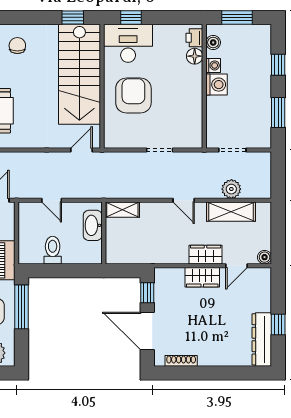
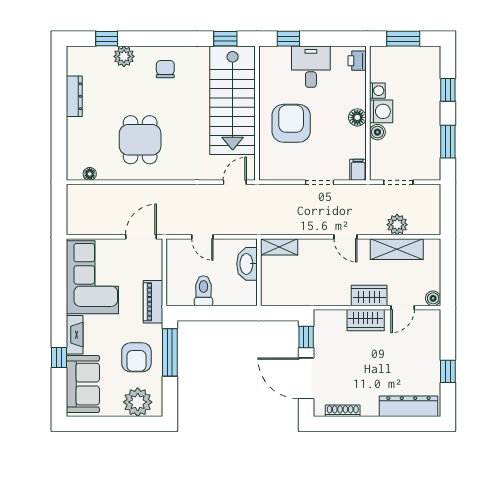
boiler: (213, 42) -> (377, 132), moved
desk: (128, 43) -> (311, 67), moved, width x0.73
floor lamp: (195, 56) -> (357, 117), moved
filing cabinet: (195, 138) -> (358, 170), added
dresser: (262, 339) -> (408, 406), moved, turned 90

